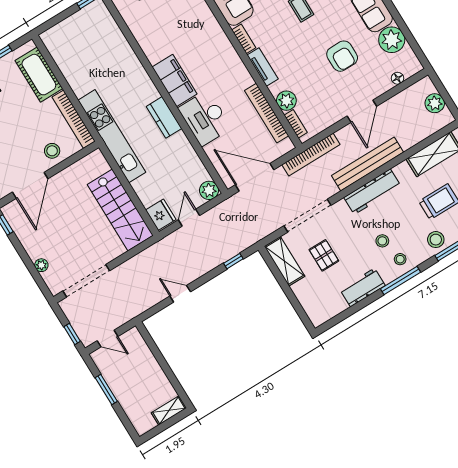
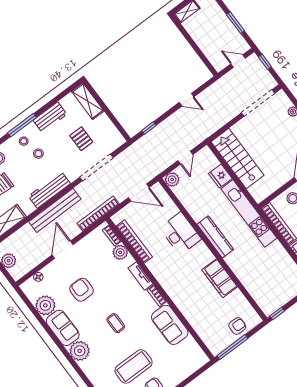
filing cabinet: (174, 80) -> (220, 278), moved
kitchen counter: (164, 117) -> (215, 237), width x1.50
door: (255, 177) -> (139, 193), width x0.73
fridge: (161, 215) -> (220, 176), moved
shelving: (284, 261) -> (88, 101), moved

